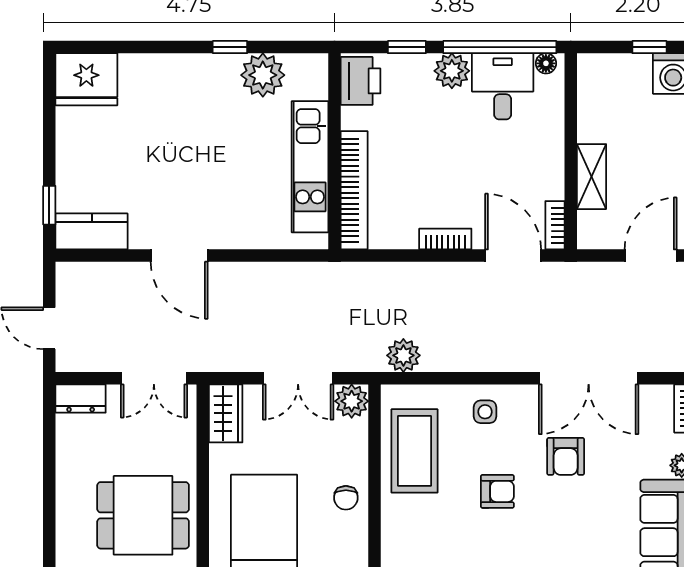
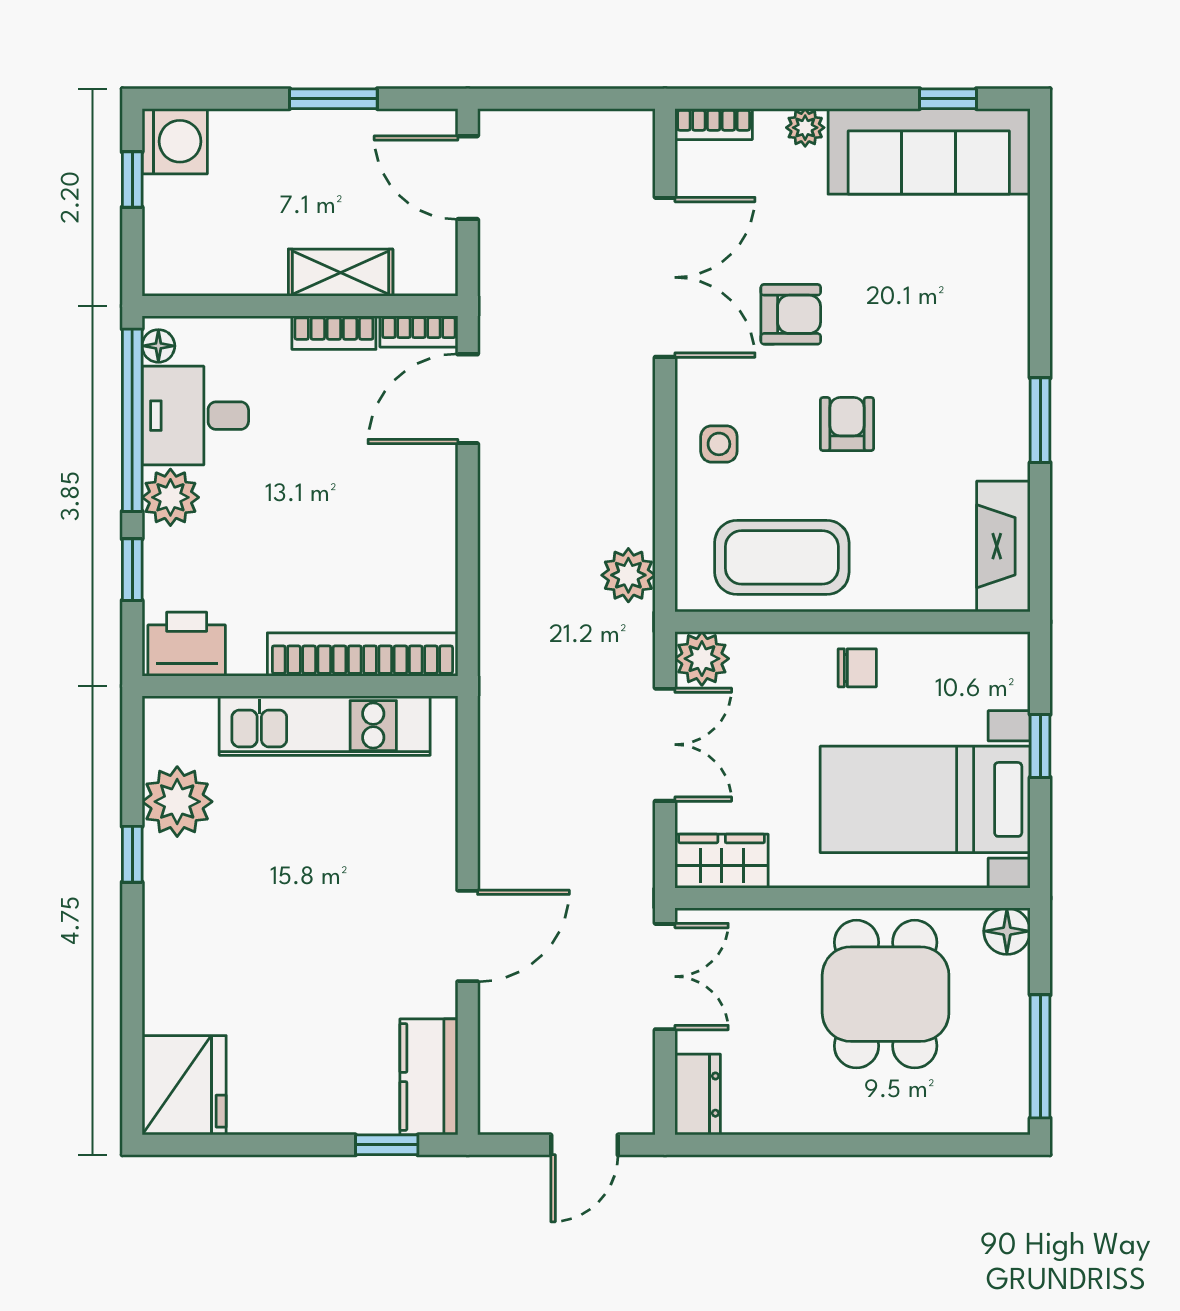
bookcase: (445, 239) -> (334, 333), moved, turned -90

